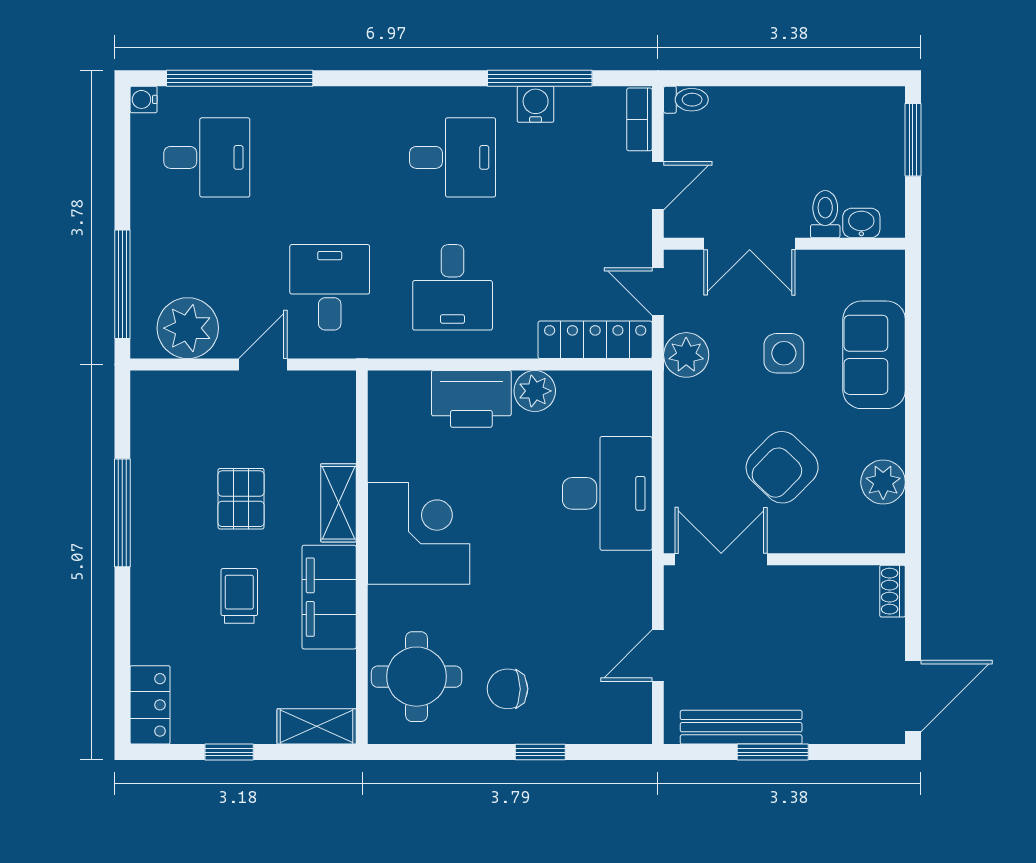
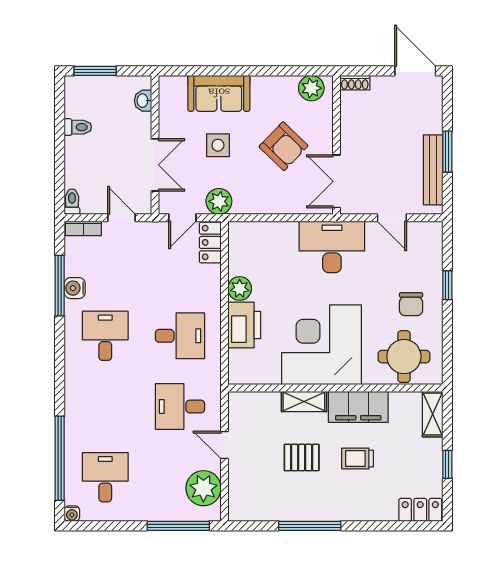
toilet: (825, 214) -> (78, 127), moved, turned 180
locker: (595, 340) -> (210, 242), width x0.66
plant: (883, 482) -> (311, 88), moved
desk: (607, 493) -> (332, 247), moved
corner desk: (419, 533) -> (322, 345), width x1.36, depth x1.36

